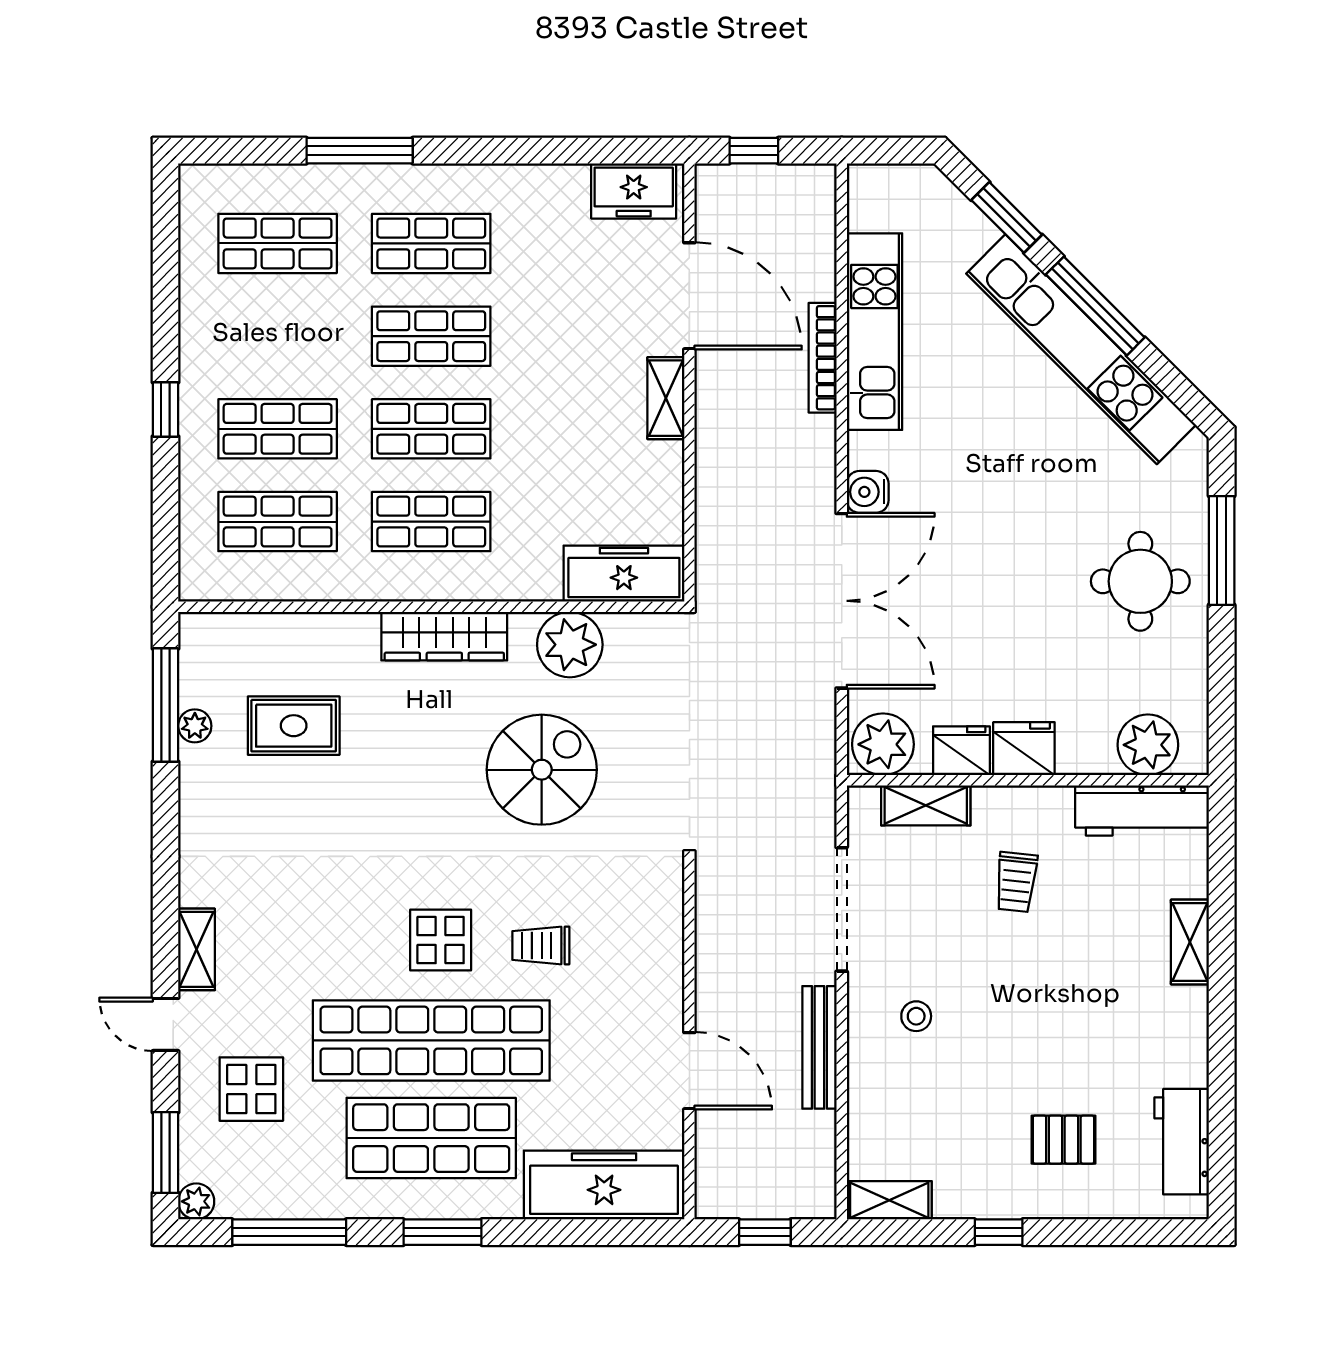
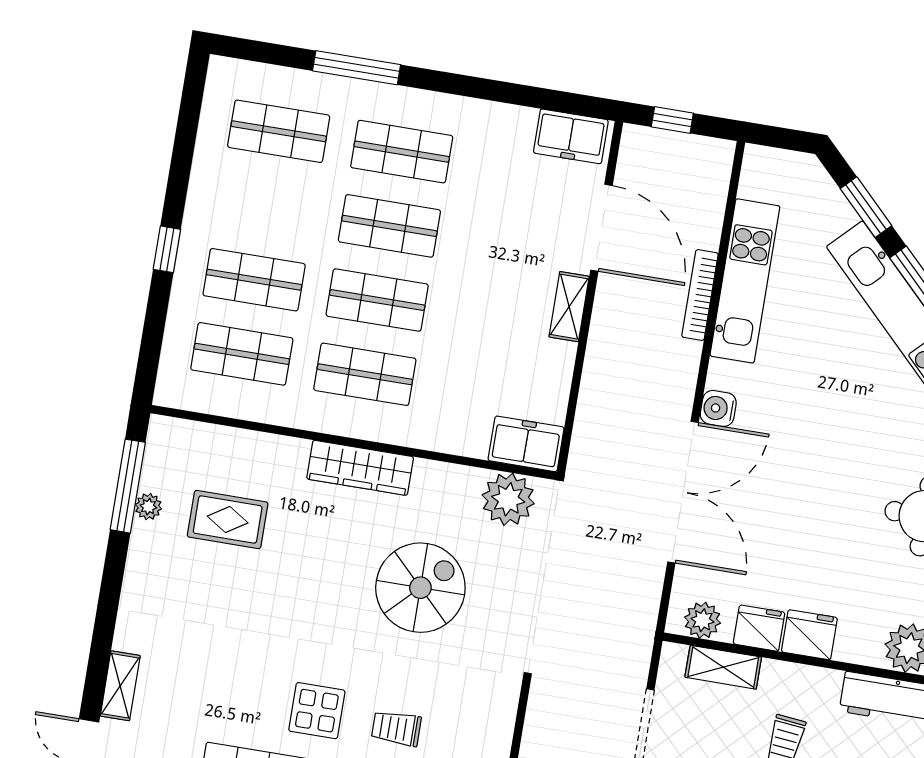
freezer: (624, 574) -> (526, 444), width x0.71
plant: (570, 645) -> (508, 499), moved
plant: (883, 744) -> (703, 620), width x0.73, depth x0.73

